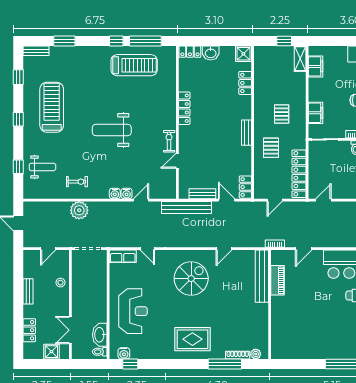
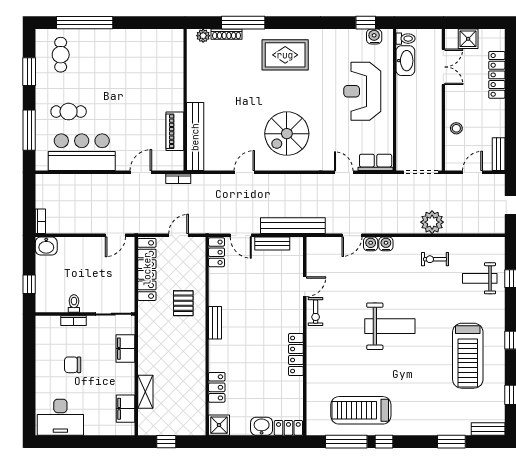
shelving: (300, 59) -> (145, 392), moved
pallet: (282, 114) -> (170, 347), removed
bench: (28, 291) -> (499, 154), moved
locker: (29, 330) -> (497, 75), width x1.53

